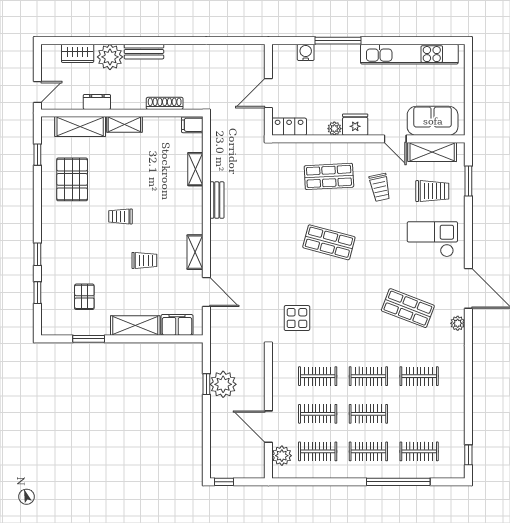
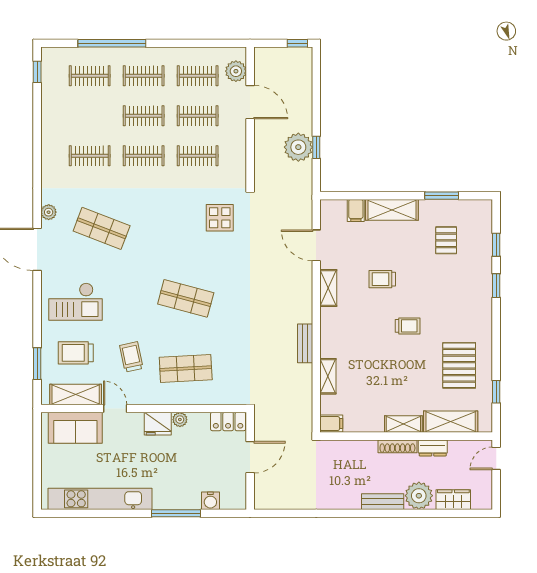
shoe rack: (165, 103) -> (397, 446), moved
filing cabinet: (177, 325) -> (356, 210), width x0.50

